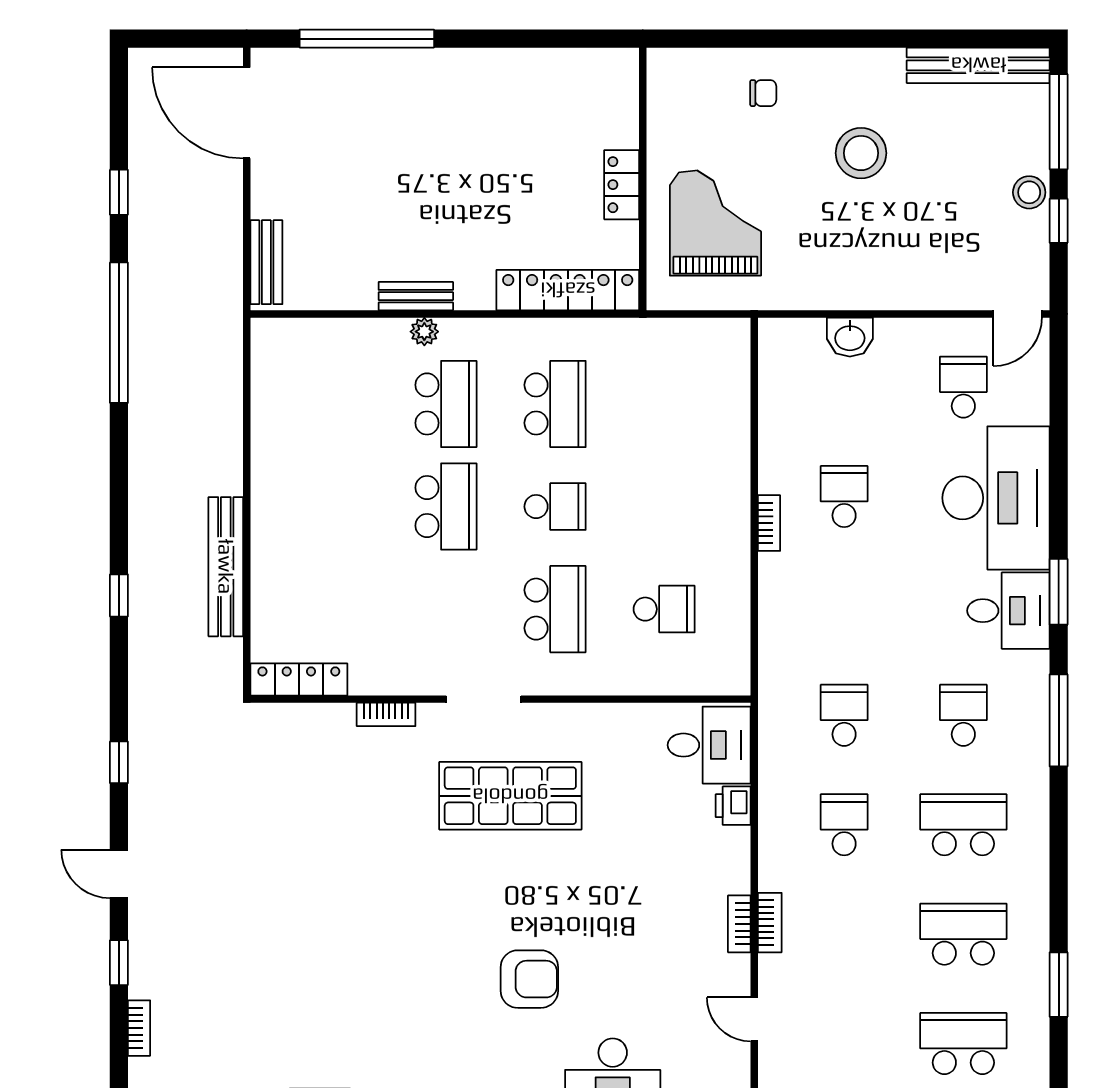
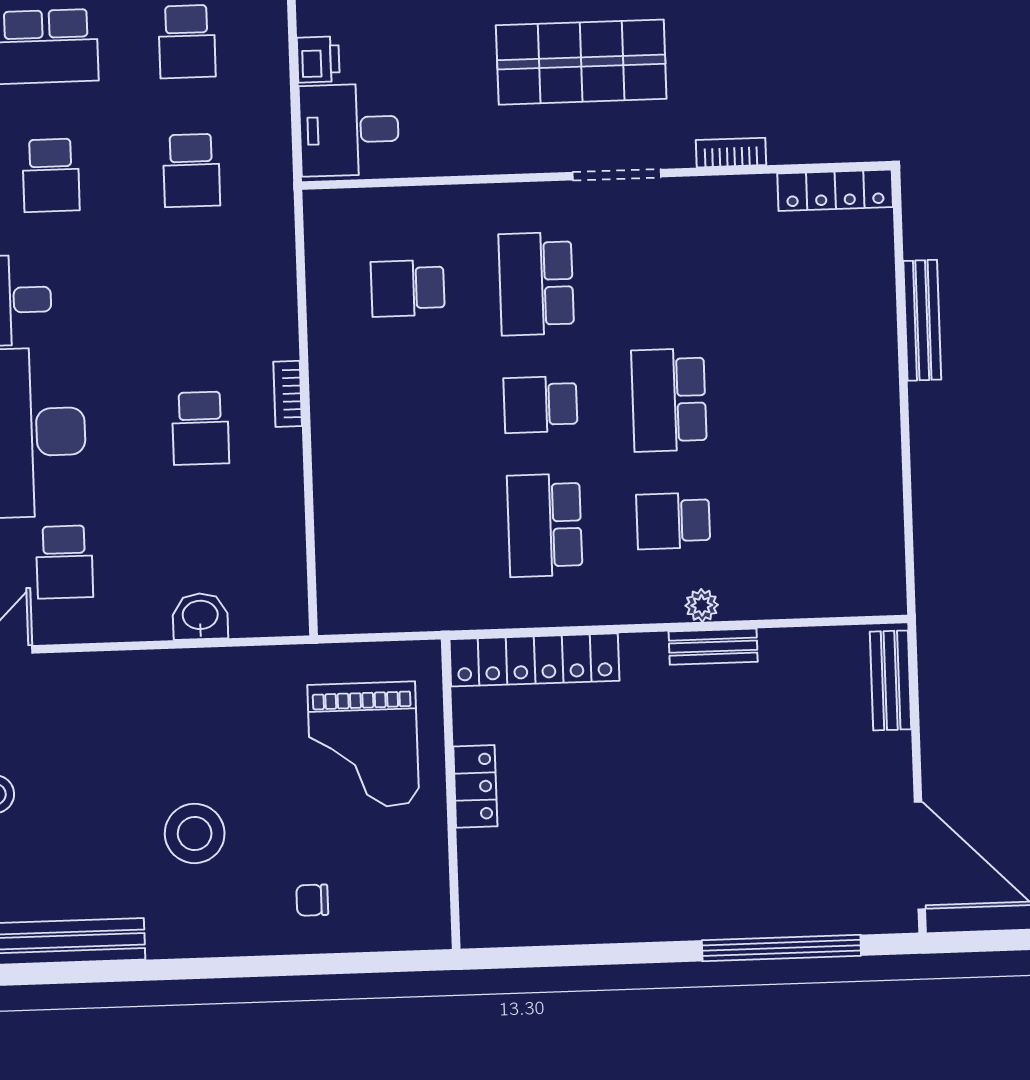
school desk: (446, 404) -> (673, 521), width x0.54
bench: (226, 567) -> (922, 320), width x0.73, depth x0.82

